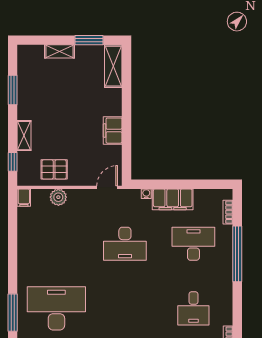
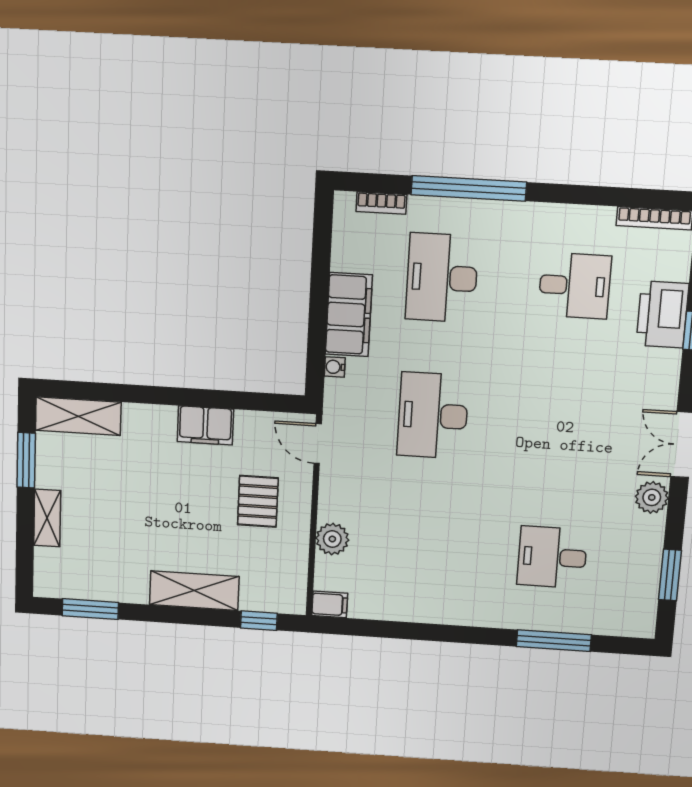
window: (13, 90) -> (90, 609), moved
shelving: (24, 136) -> (194, 591), width x1.50, depth x1.33
pallet: (54, 169) -> (258, 501), moved
desk: (125, 244) -> (433, 416), turned 180
desk: (56, 308) -> (552, 557), width x0.53, depth x0.77

